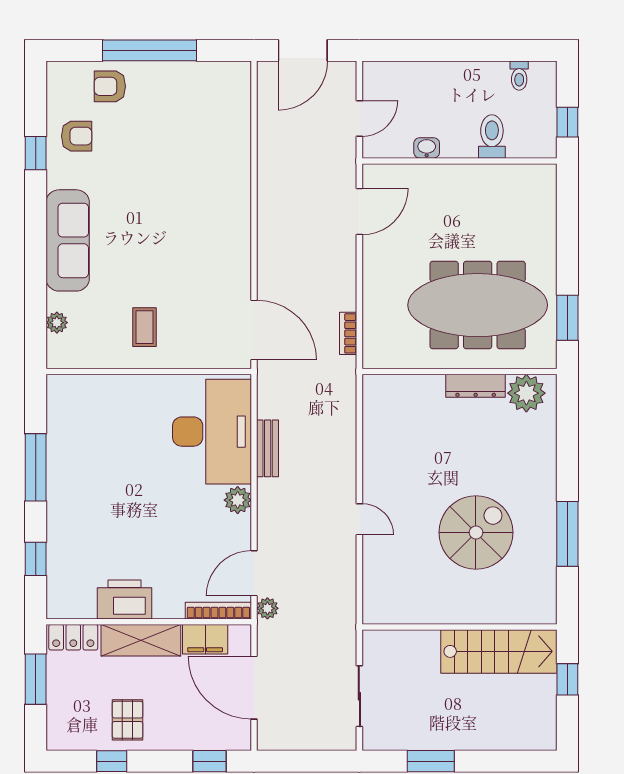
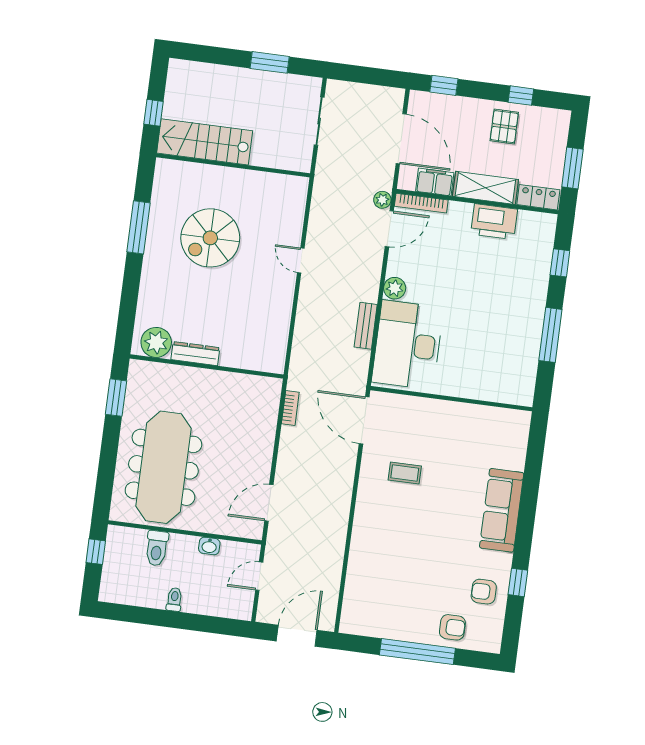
toilet: (519, 76) -> (174, 599), moved
meeting table: (478, 305) -> (163, 467), moved, turned 90
plant: (57, 323) -> (519, 447), removed
coffee table: (145, 327) -> (405, 473), moved, turned 90

